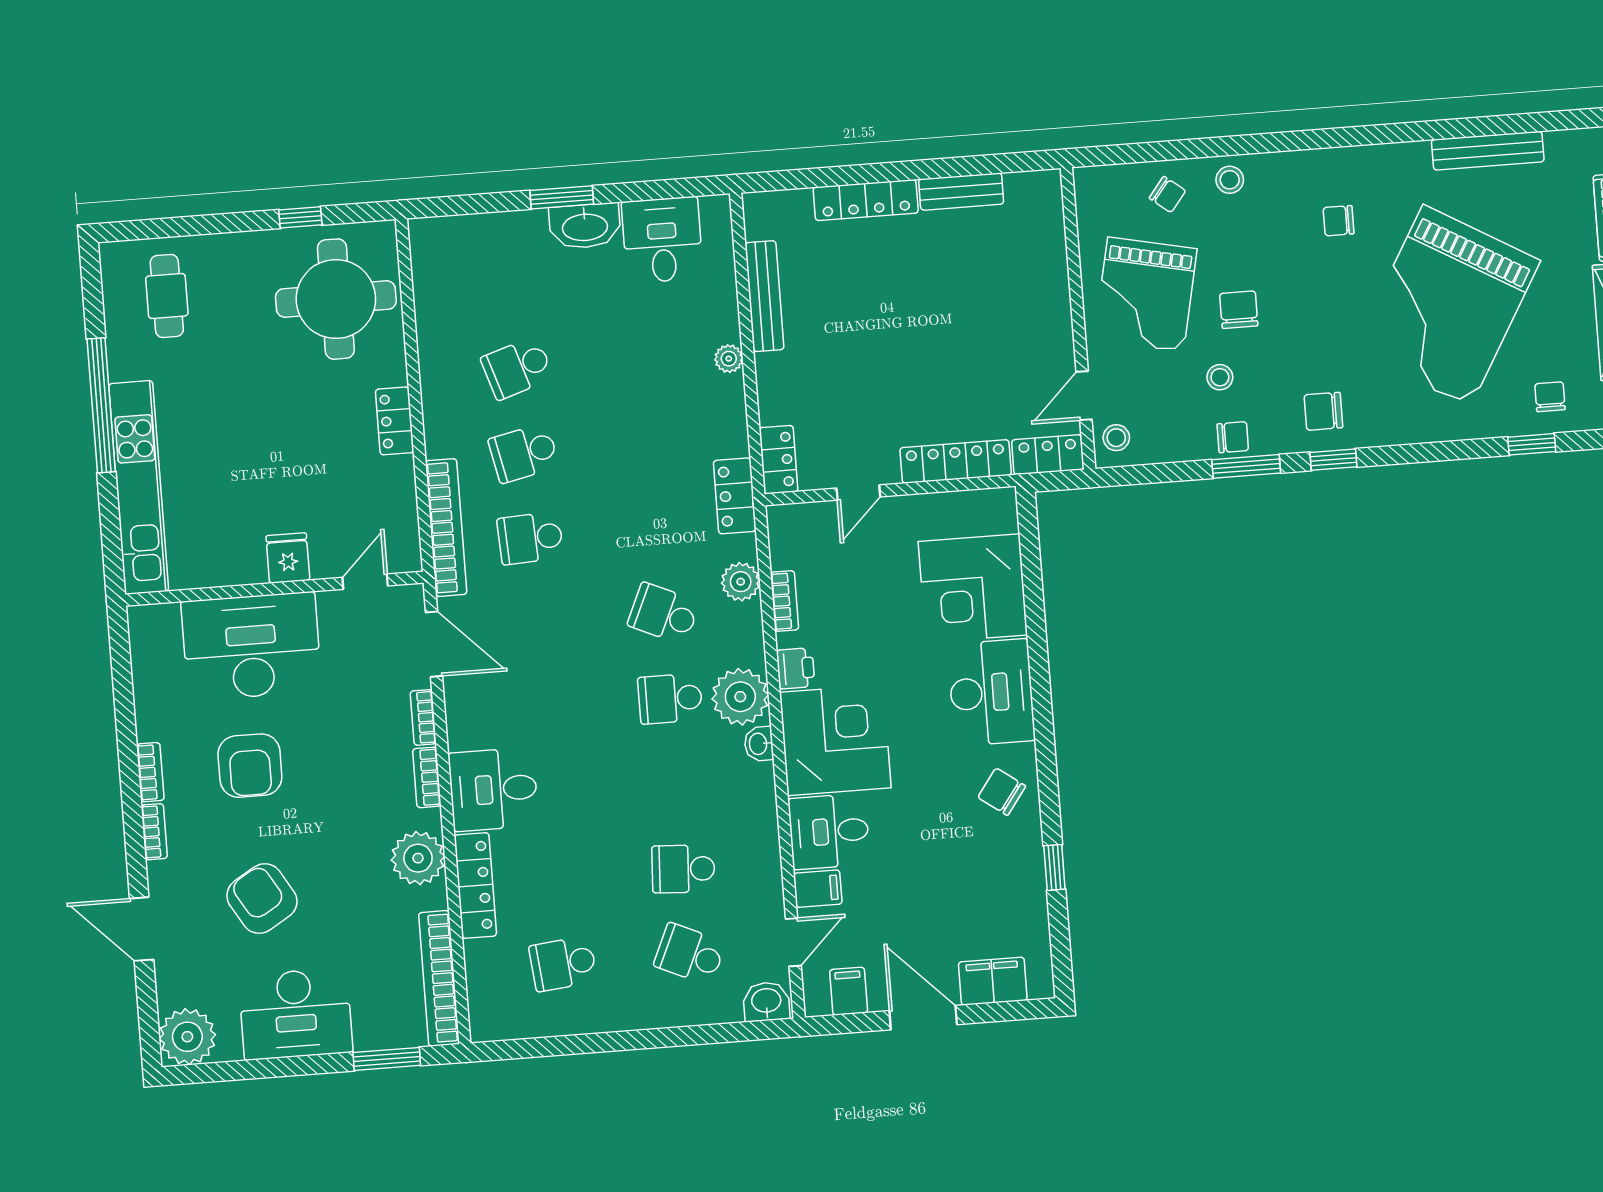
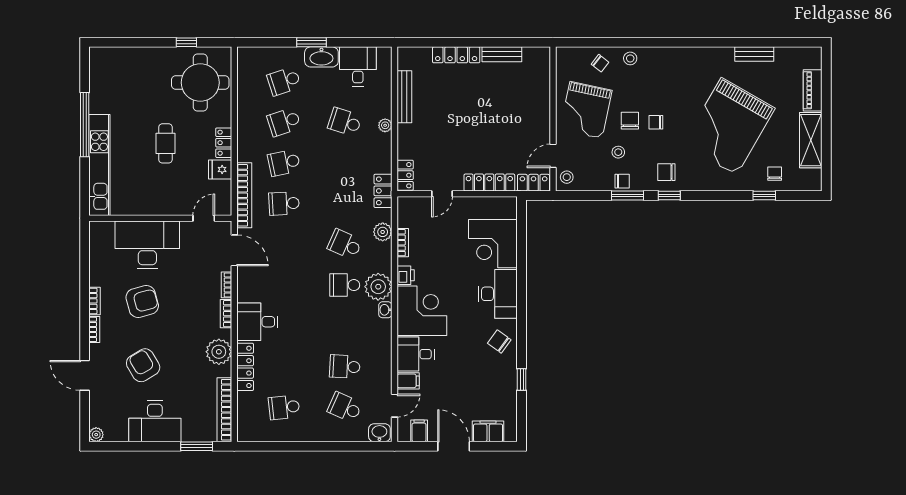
bench: (1488, 151) -> (754, 54), width x0.73
chair: (1339, 221) -> (656, 122), moved
school desk: (511, 283) -> (284, 81), added
cafe table: (167, 296) -> (165, 143), moved
school desk: (644, 358) -> (345, 122), added
fridge: (288, 558) -> (220, 169), moved, turned -90
armchair: (250, 766) -> (142, 301), turned -105
plant: (187, 1037) -> (96, 435), width x0.53, depth x0.53

